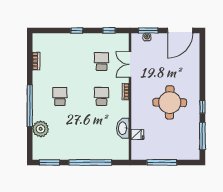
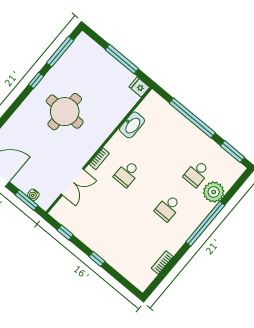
school desk: (101, 62) -> (197, 174), moved
fridge: (137, 135) -> (139, 87), moved

